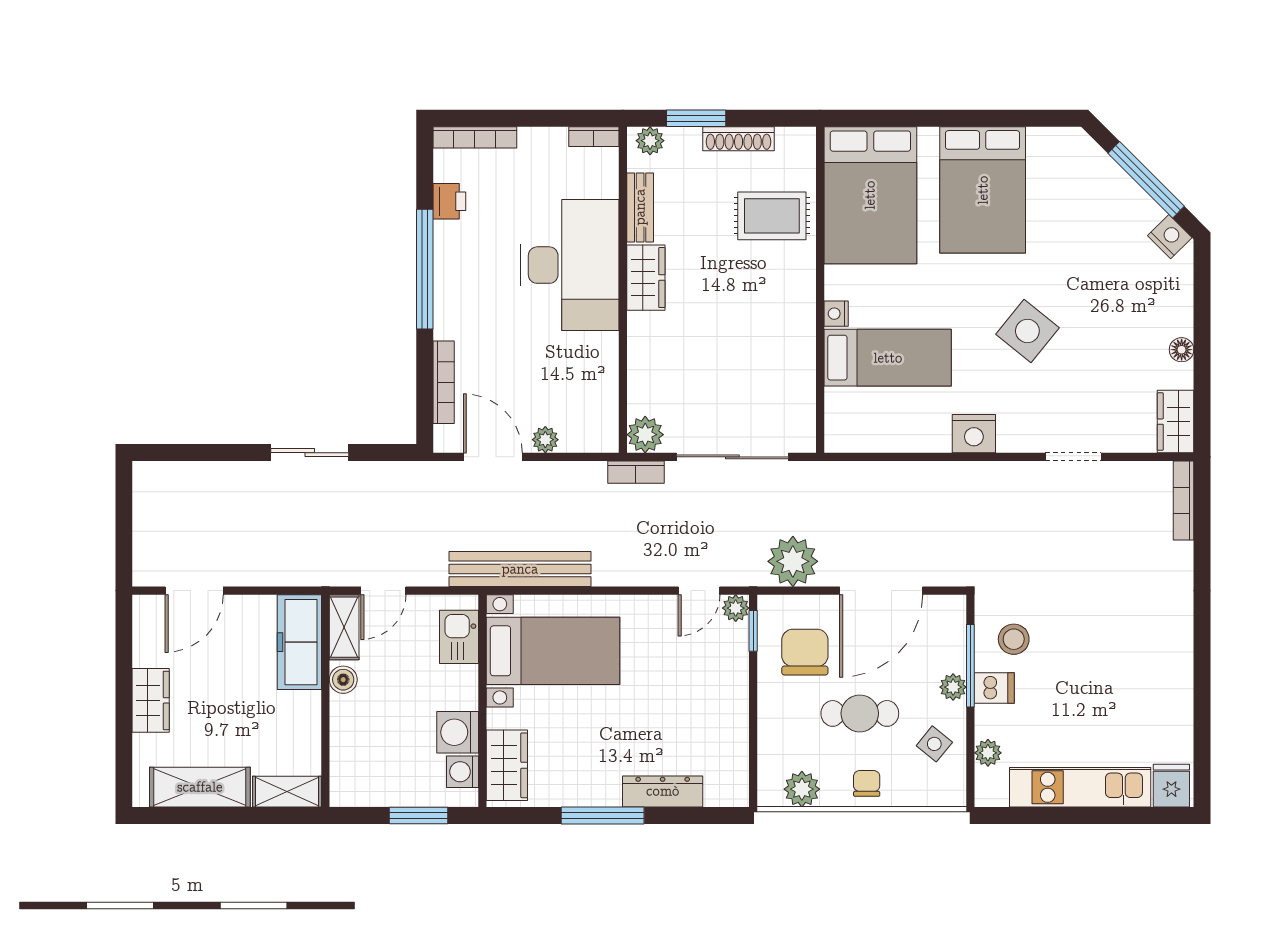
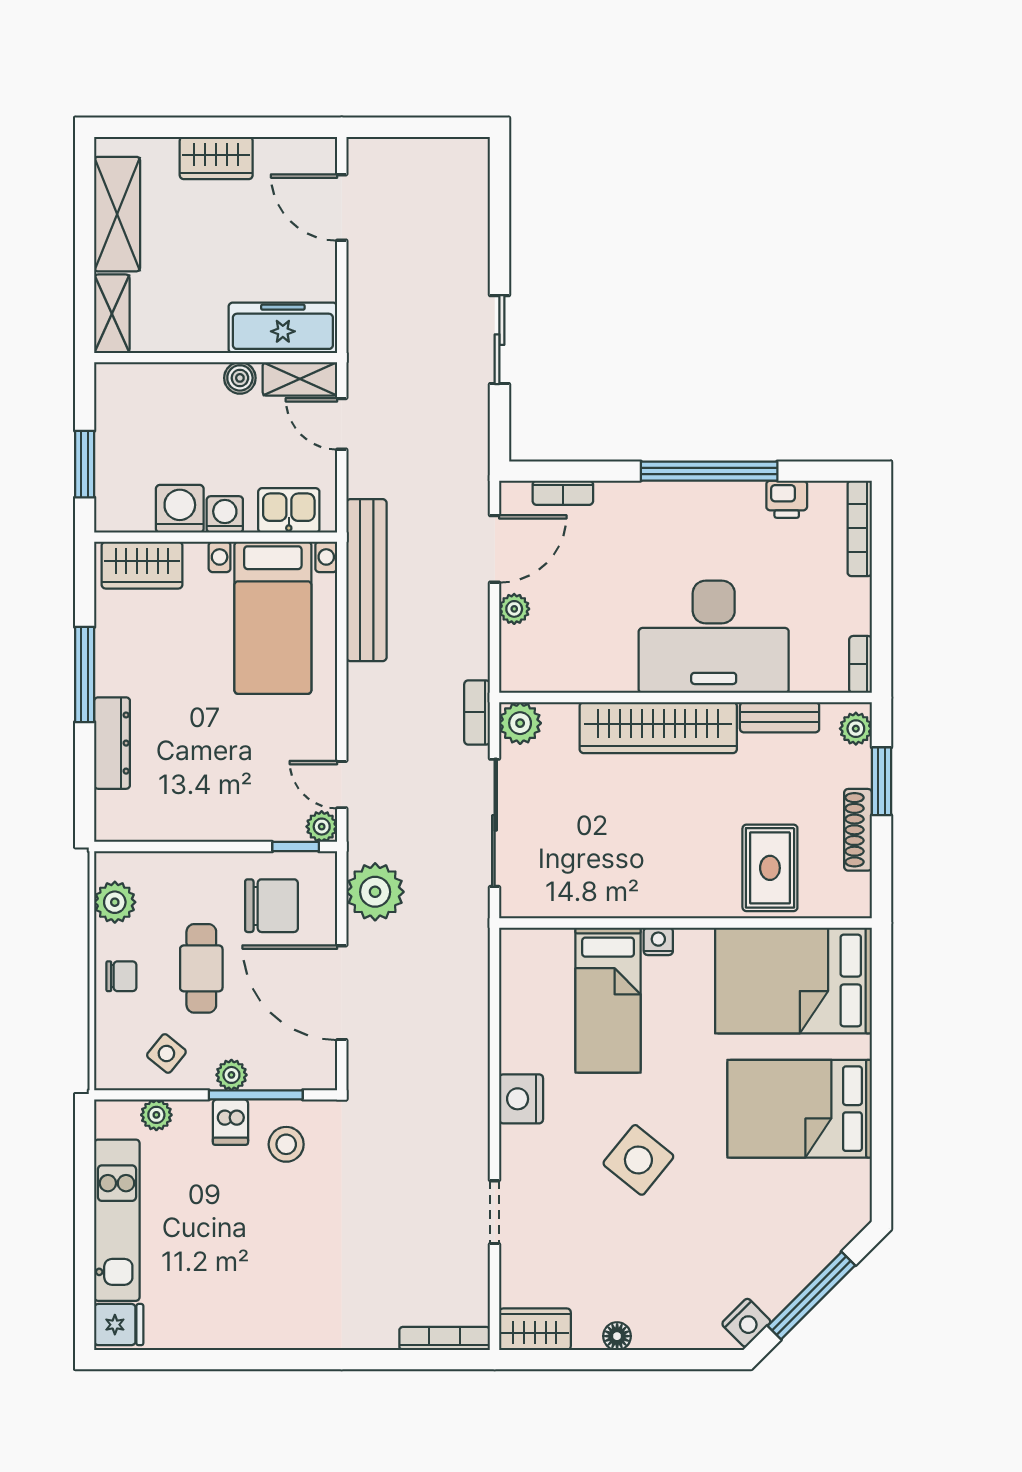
wardrobe: (646, 278) -> (658, 728), width x2.10, depth x1.17
bookcase: (444, 382) -> (563, 493), width x0.64
washing machine: (463, 772) -> (225, 514), moved

